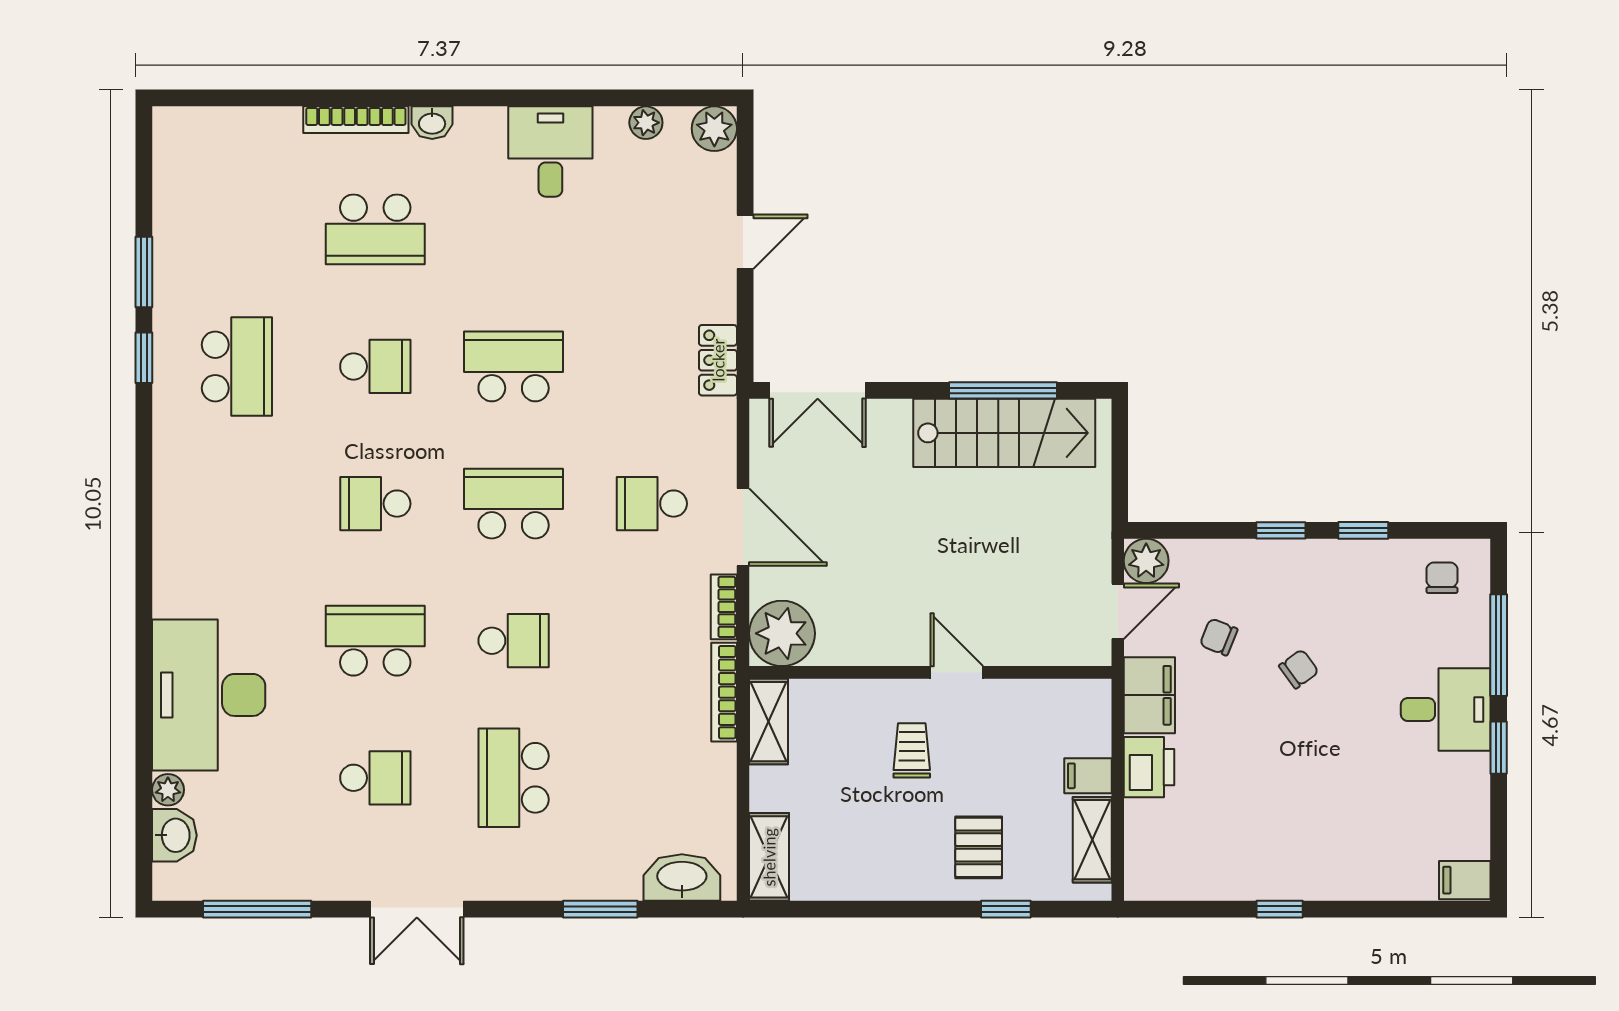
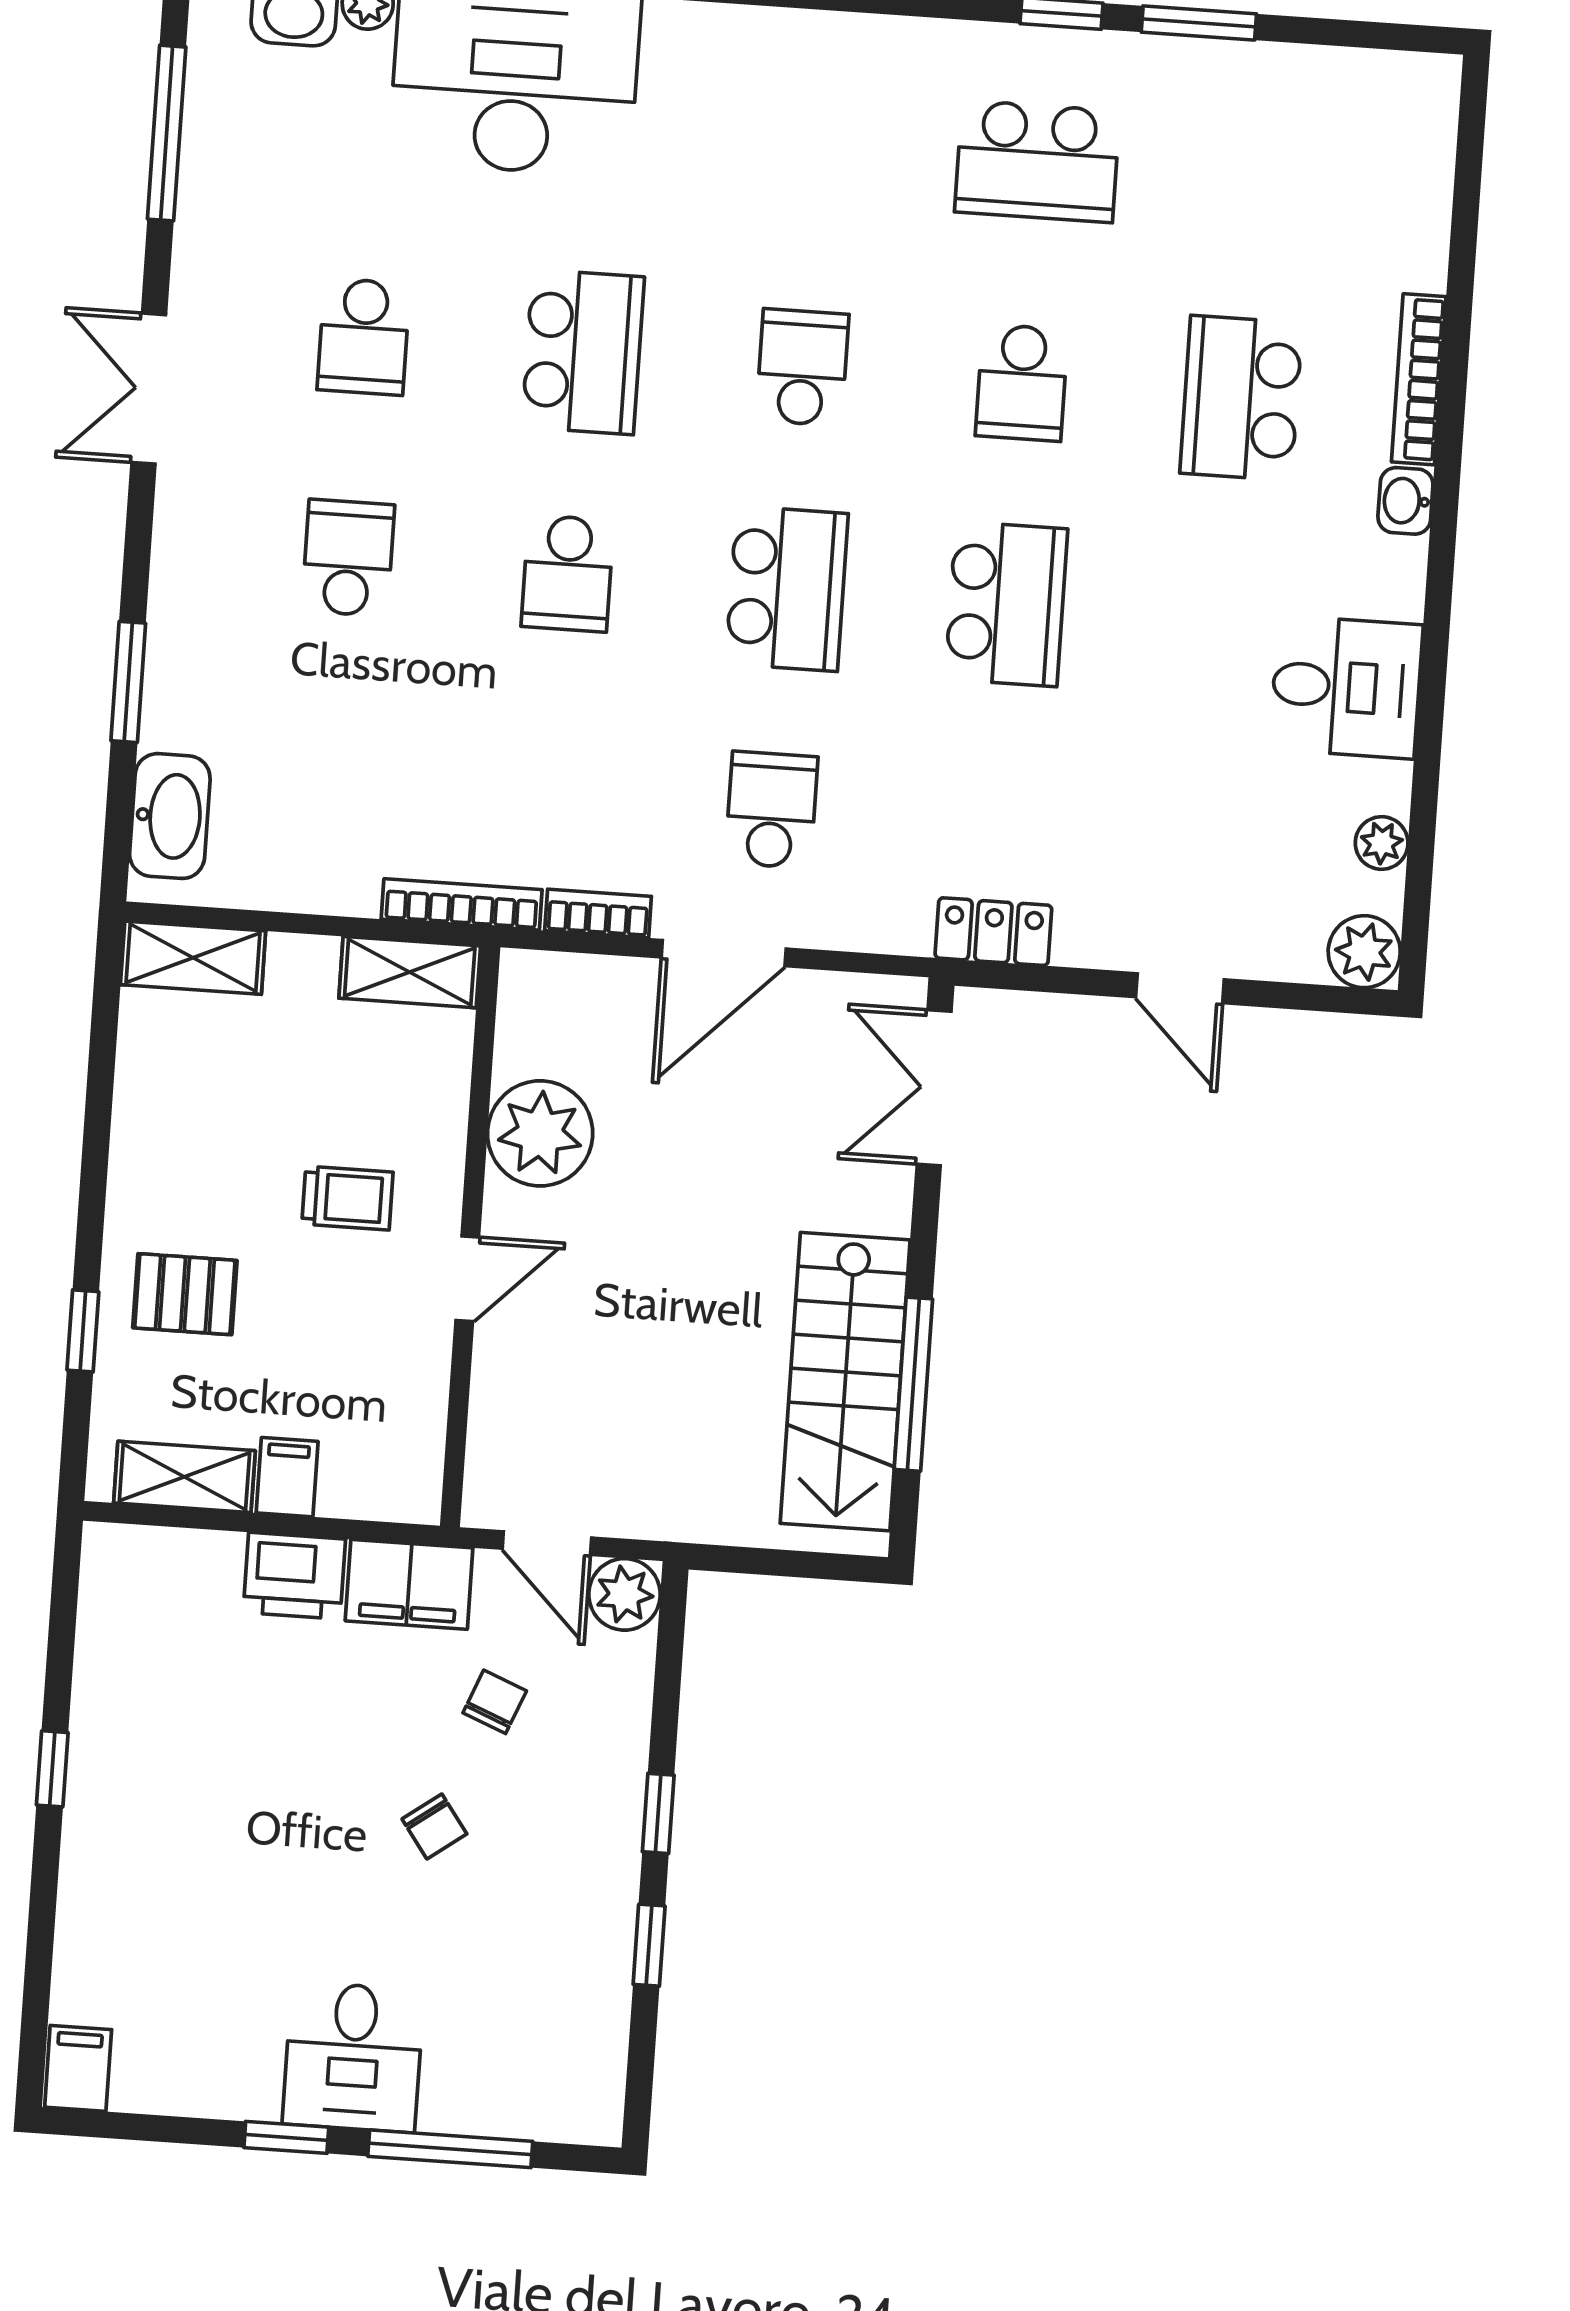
chair: (1442, 578) -> (564, 2066), removed
plant: (782, 633) -> (540, 1133), moved
school desk: (514, 778) -> (348, 558), width x0.54

